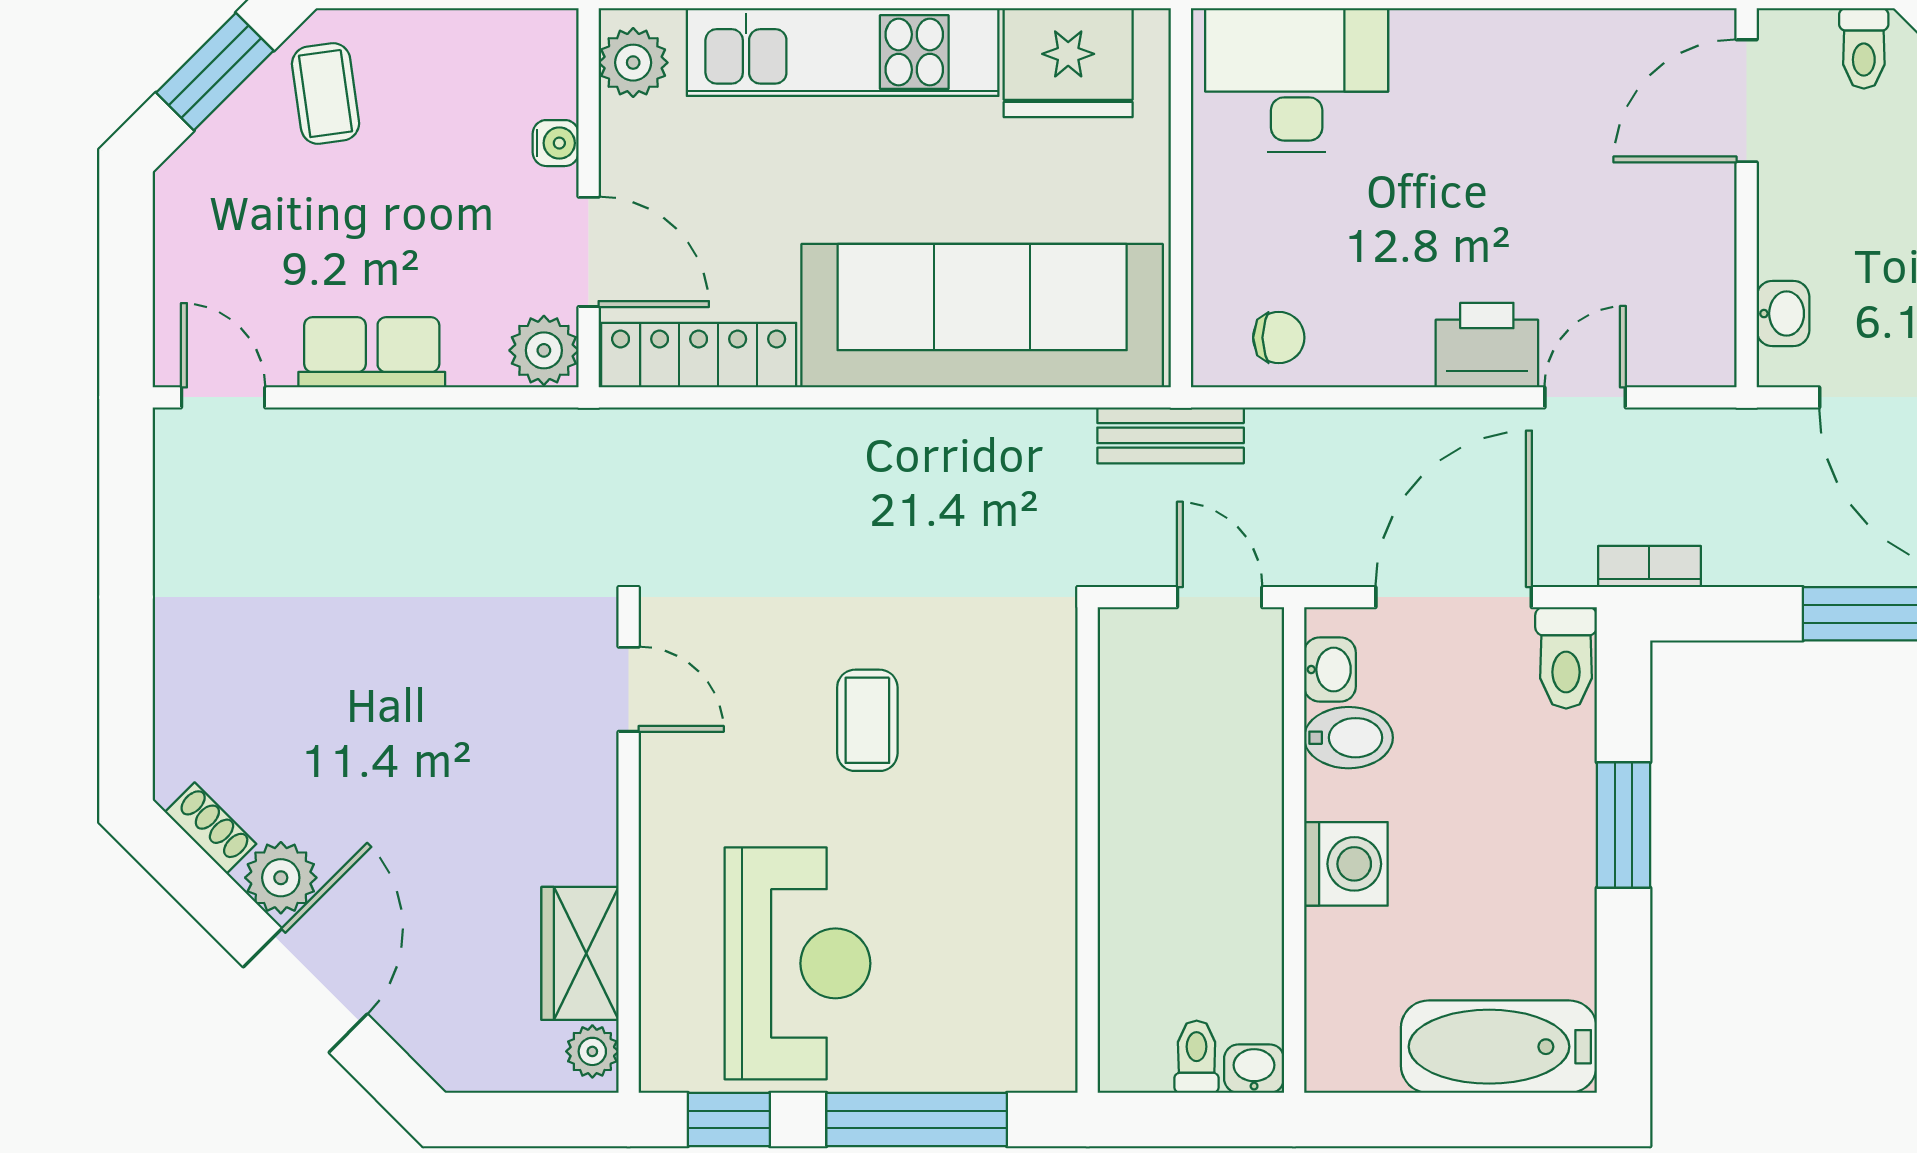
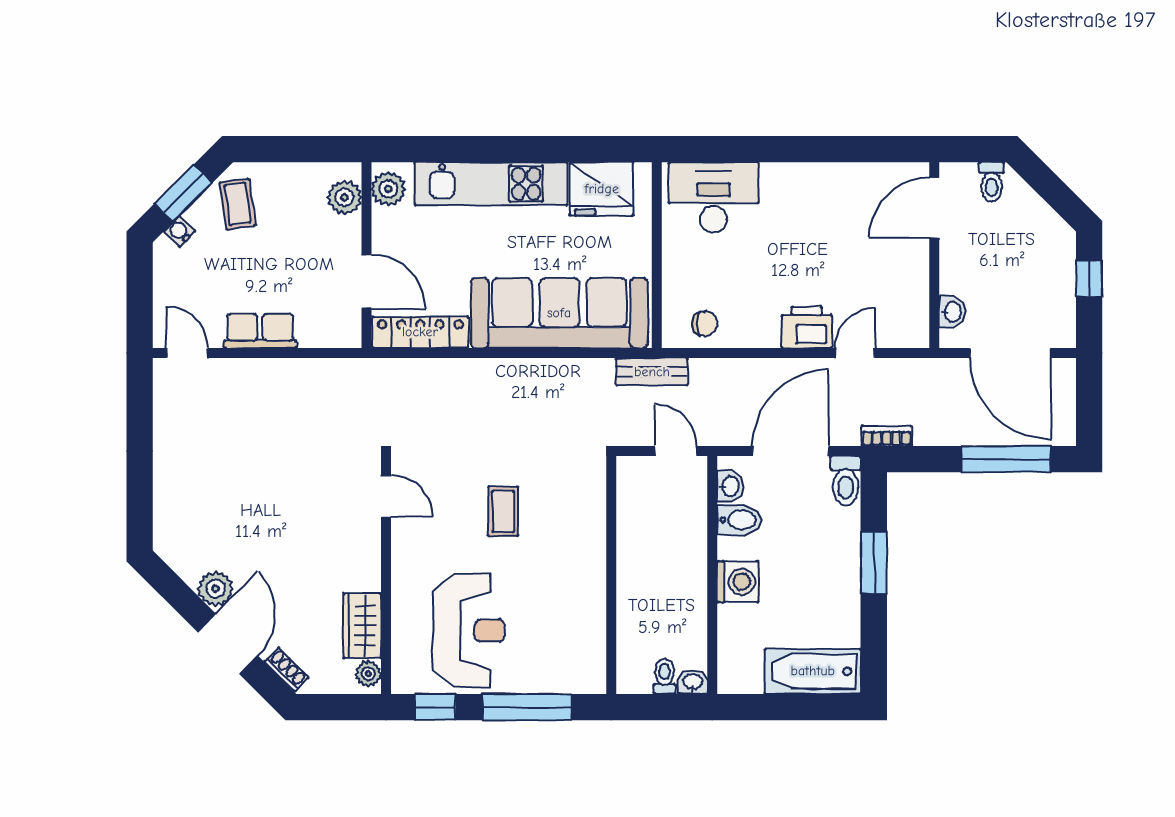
water cooler: (556, 143) -> (180, 231), moved, turned -135
plant: (544, 350) -> (345, 197), moved
shoe rack: (210, 828) -> (286, 669), moved

